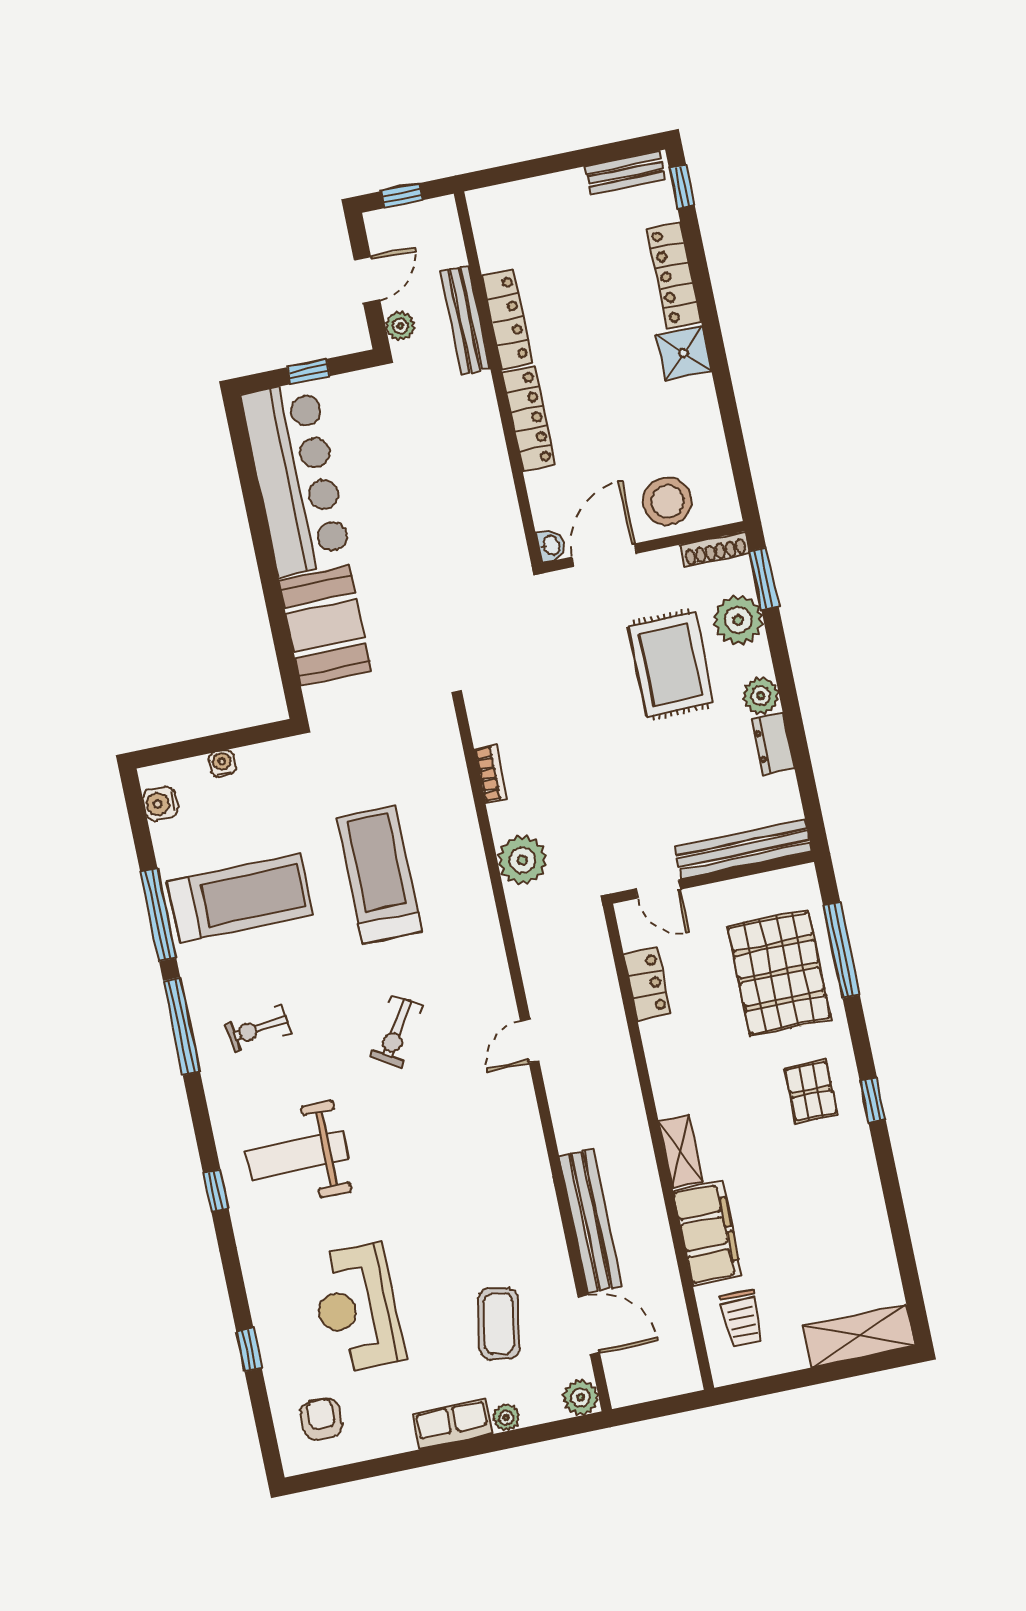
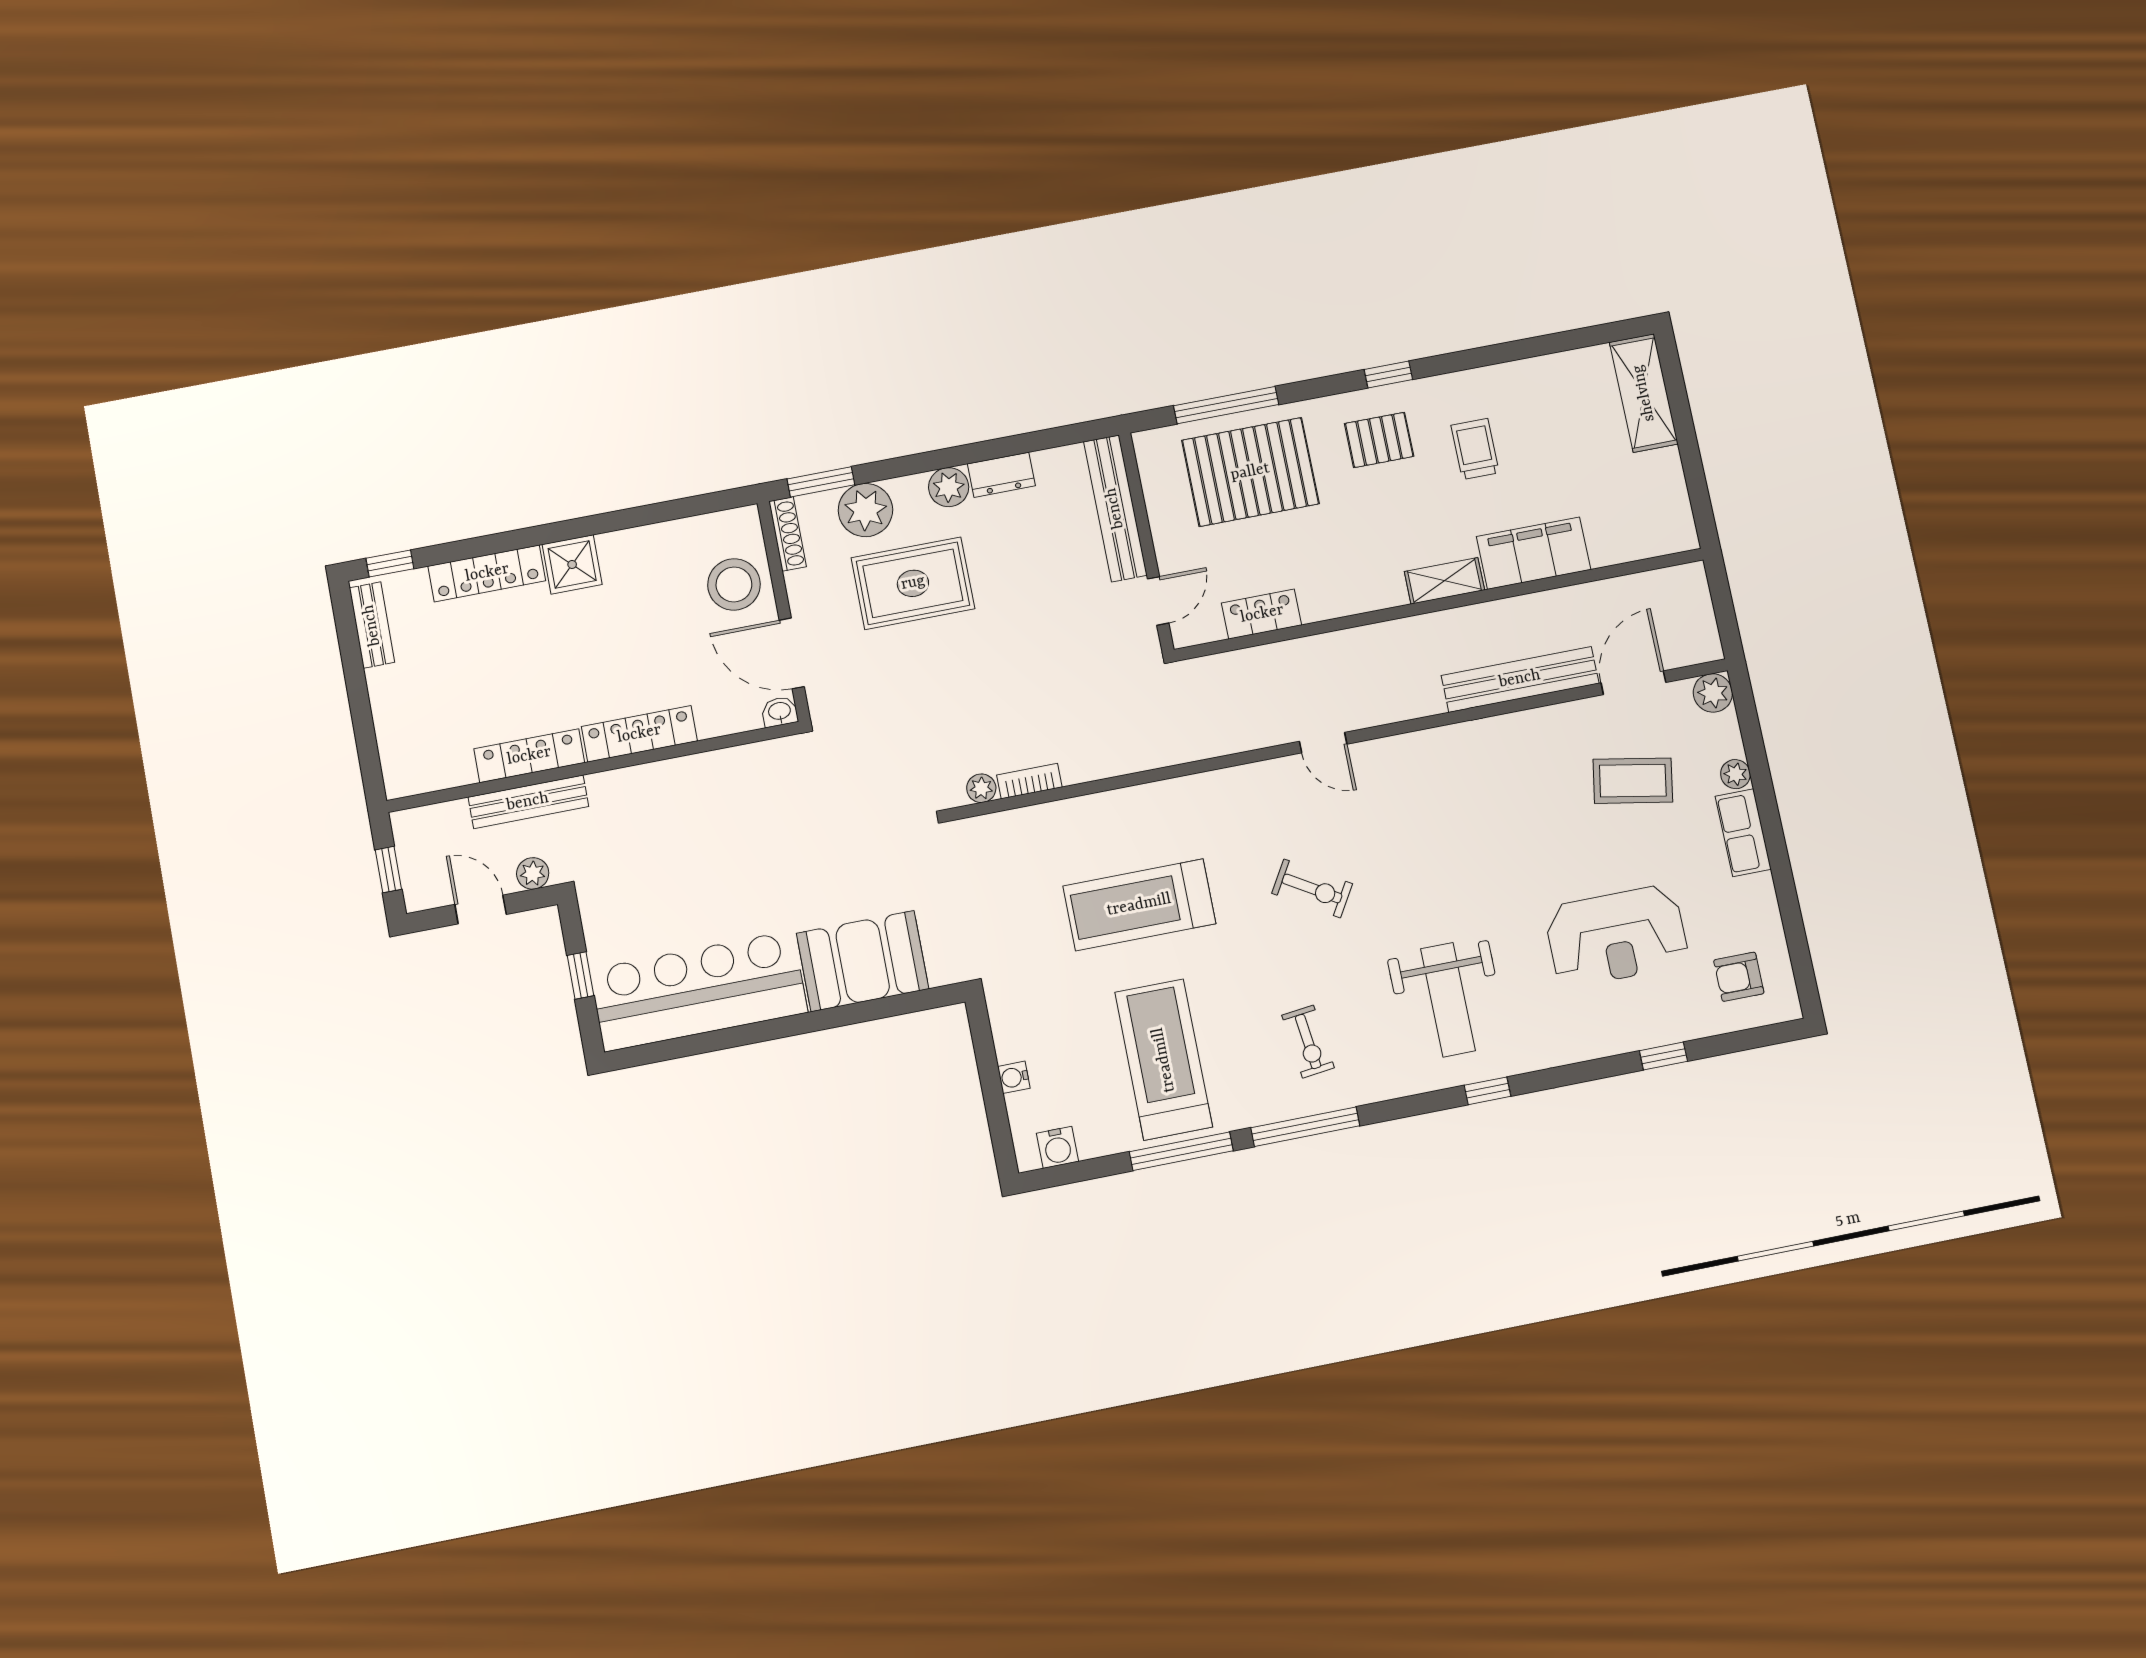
plant: (522, 860) -> (981, 788), moved, width x0.53, depth x0.53
trolley: (742, 1319) -> (1475, 449), moved, turned -90

